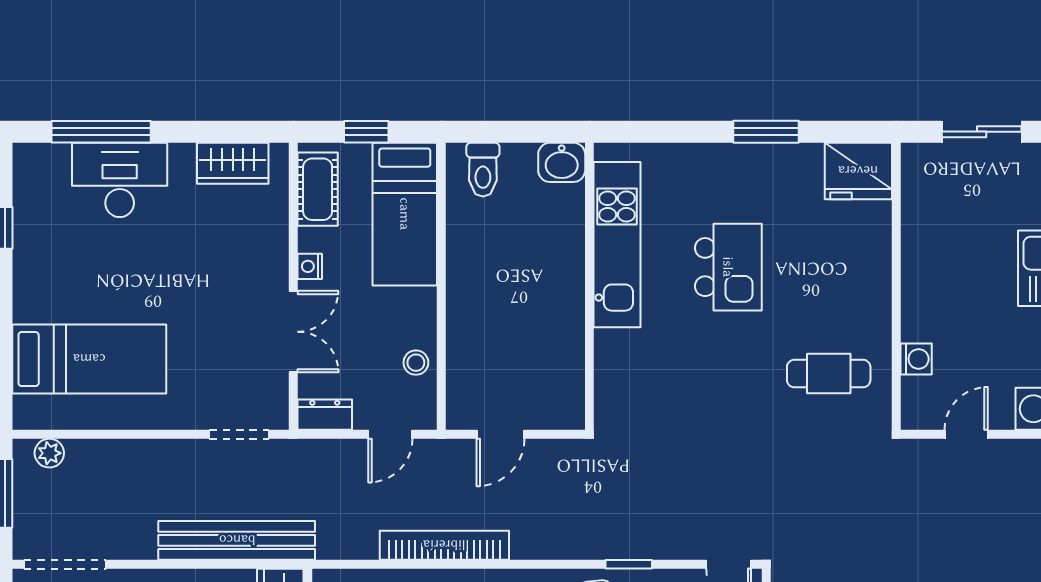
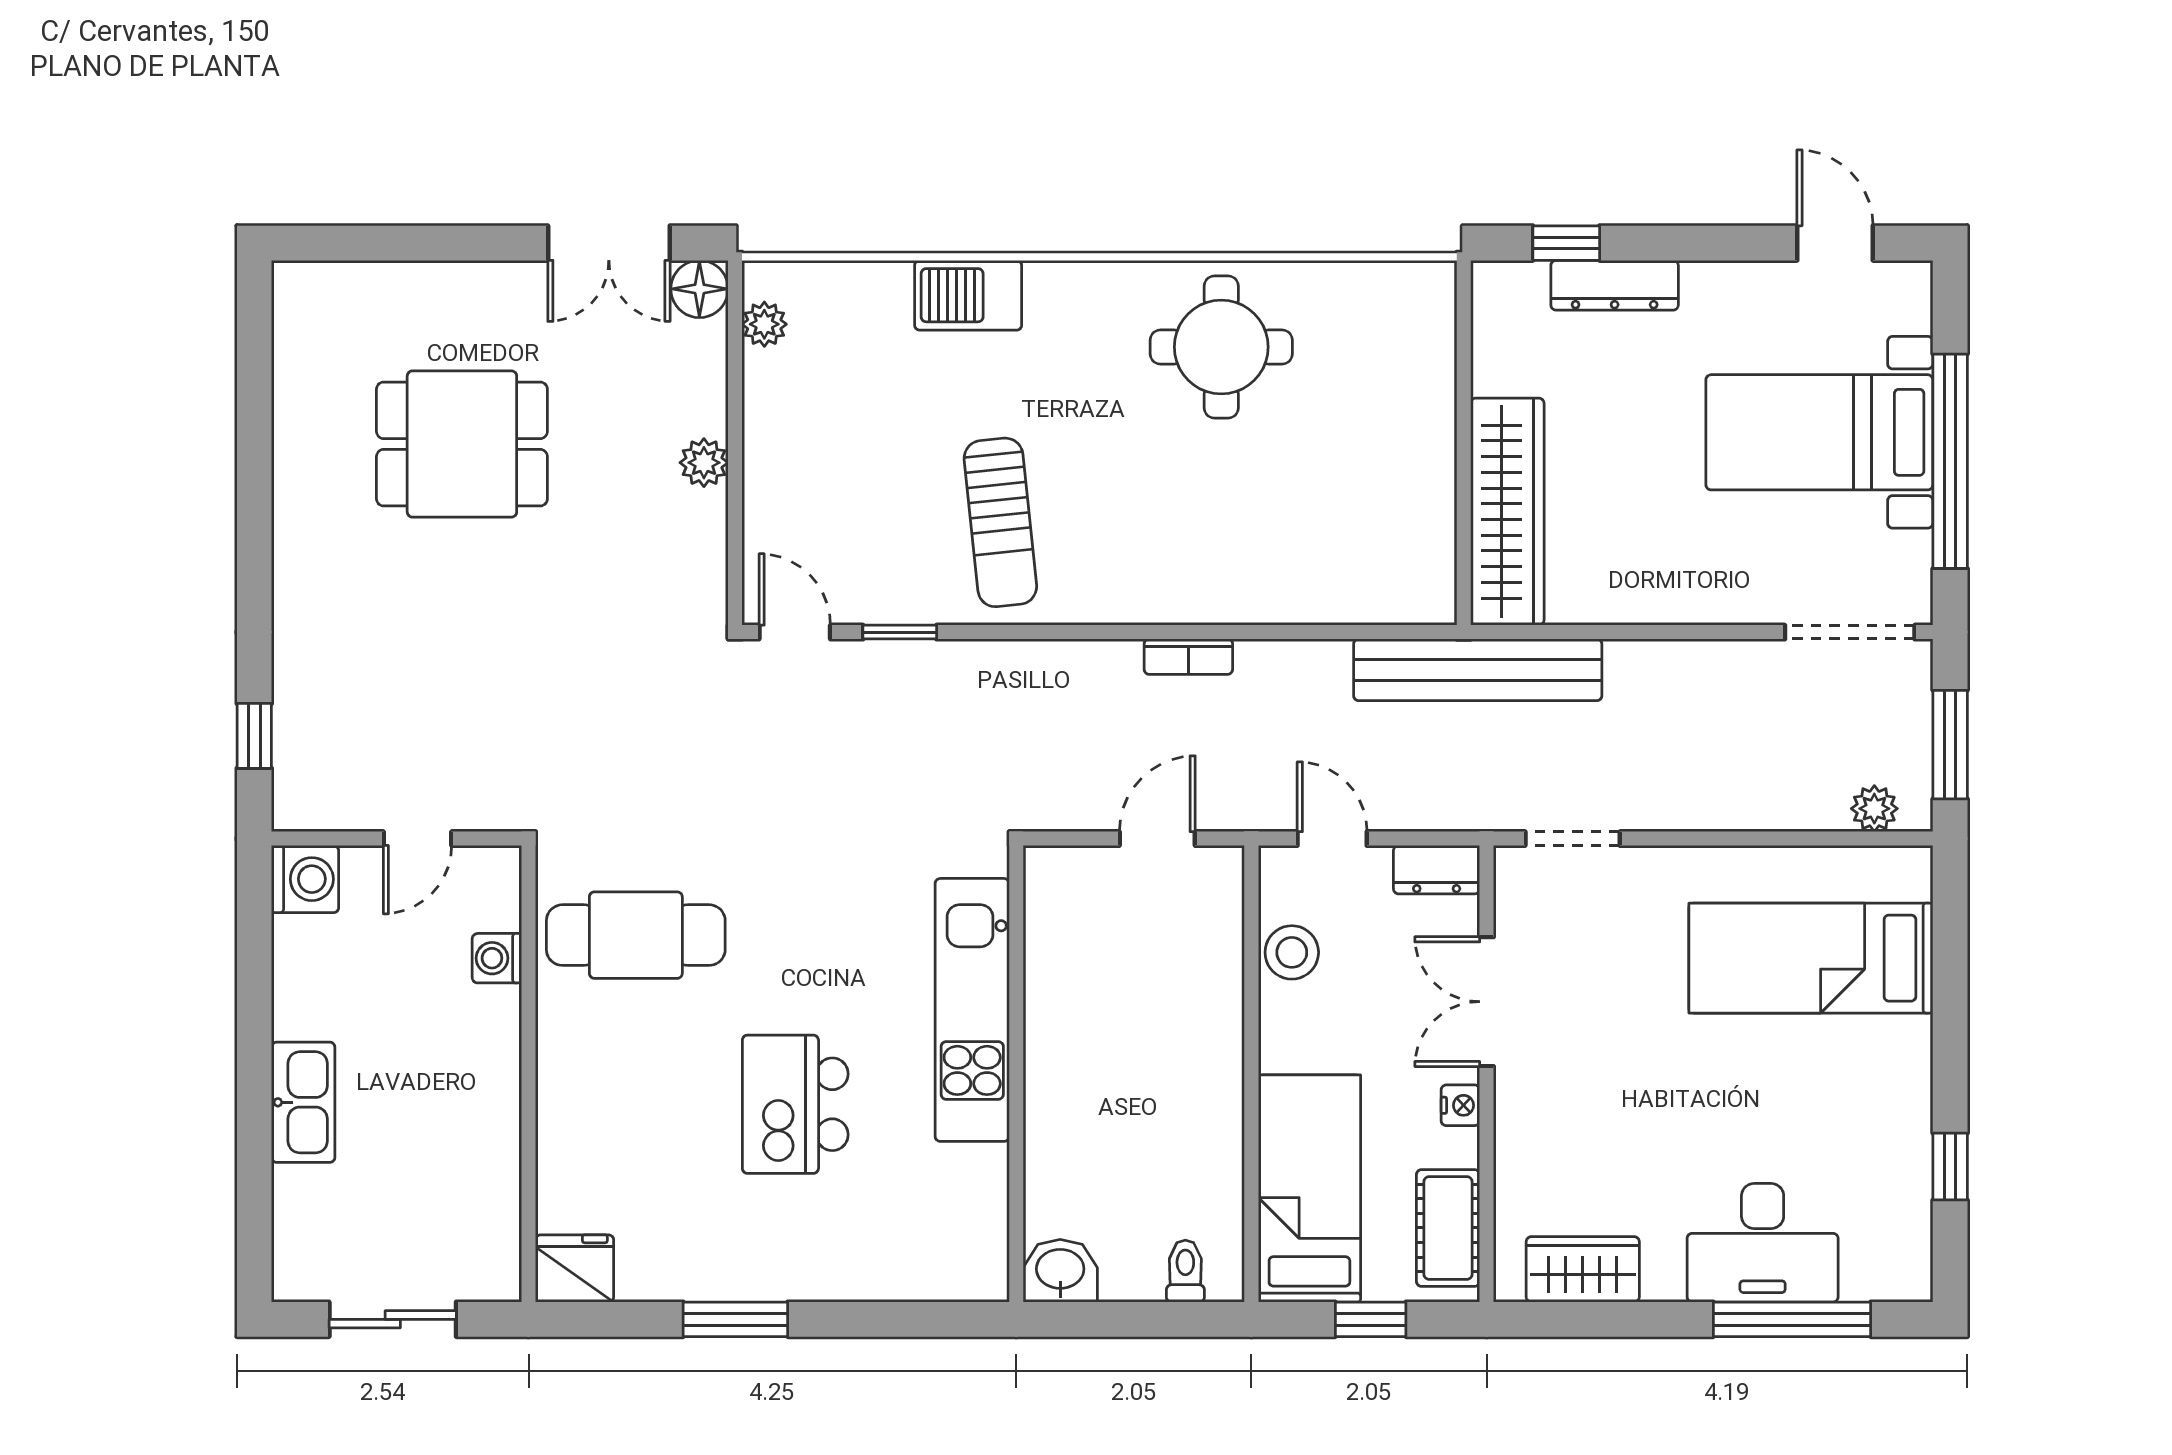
toilet: (483, 170) -> (1185, 1271), width x0.73, depth x0.72
fridge: (858, 171) -> (575, 1268), width x0.73, depth x0.75
kitchen unit: (617, 245) -> (972, 1010), moved
stool: (416, 363) -> (1292, 952), width x1.37, depth x1.37
cafe table: (829, 374) -> (636, 935), width x1.37, depth x1.35
door: (390, 434) -> (1332, 839), hinge flipped
bench: (237, 540) -> (1478, 670), moved
bookcase: (444, 545) -> (1188, 657), width x0.43, depth x0.76
window: (629, 564) -> (900, 632), moved

